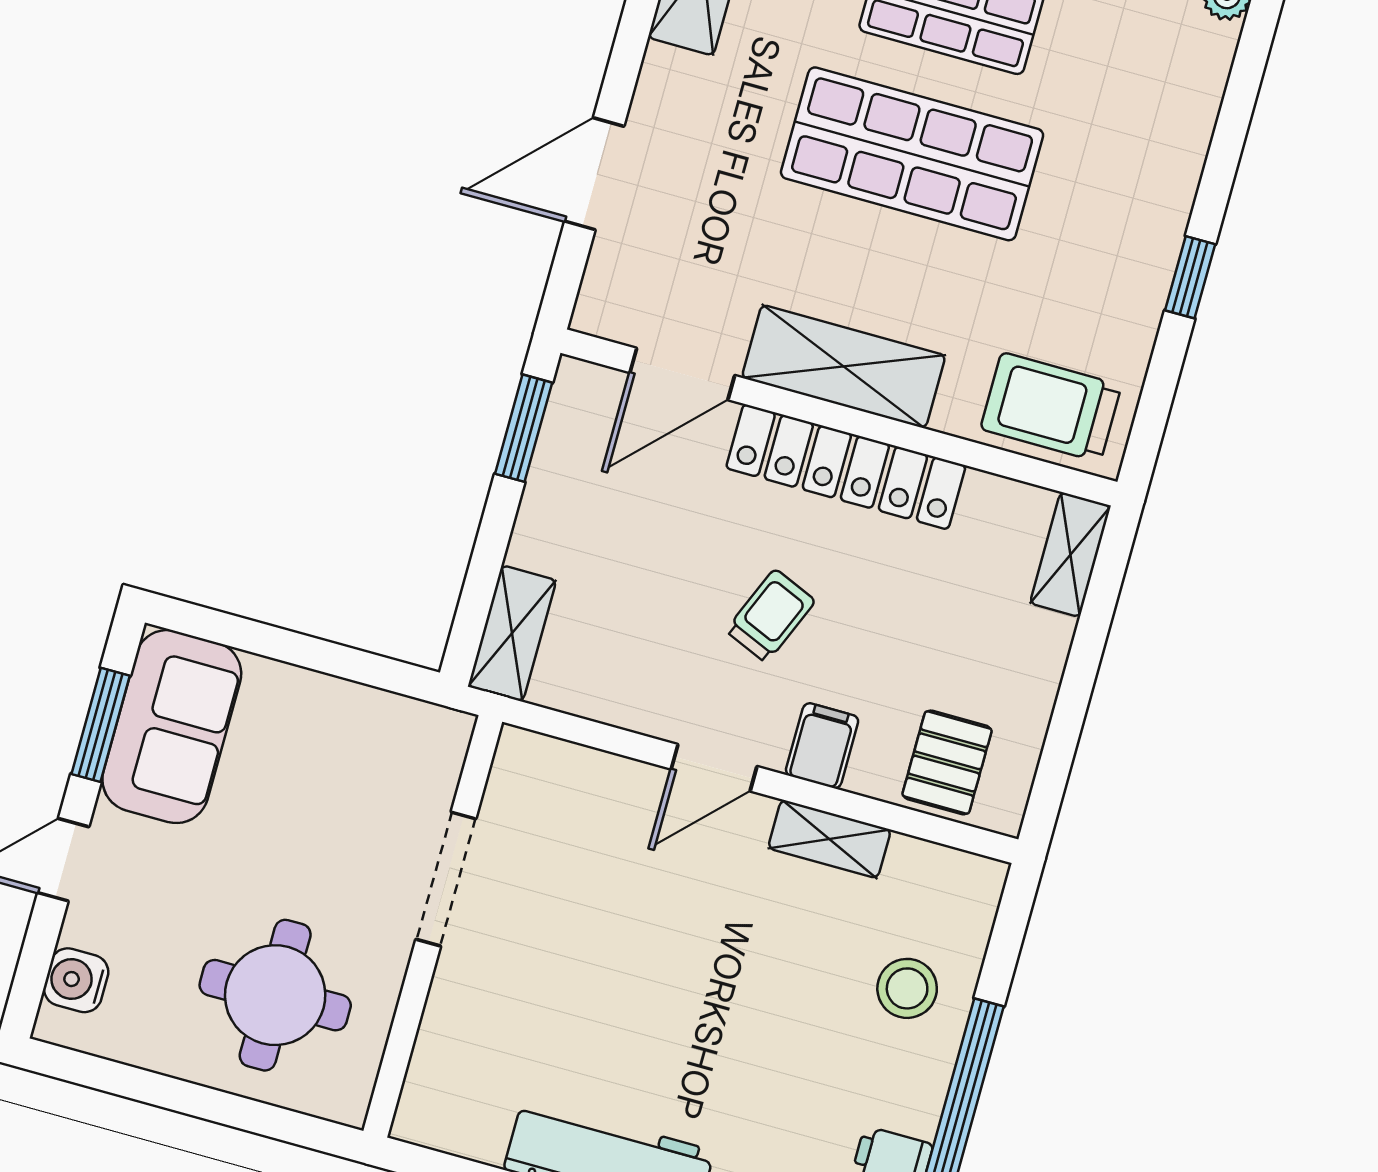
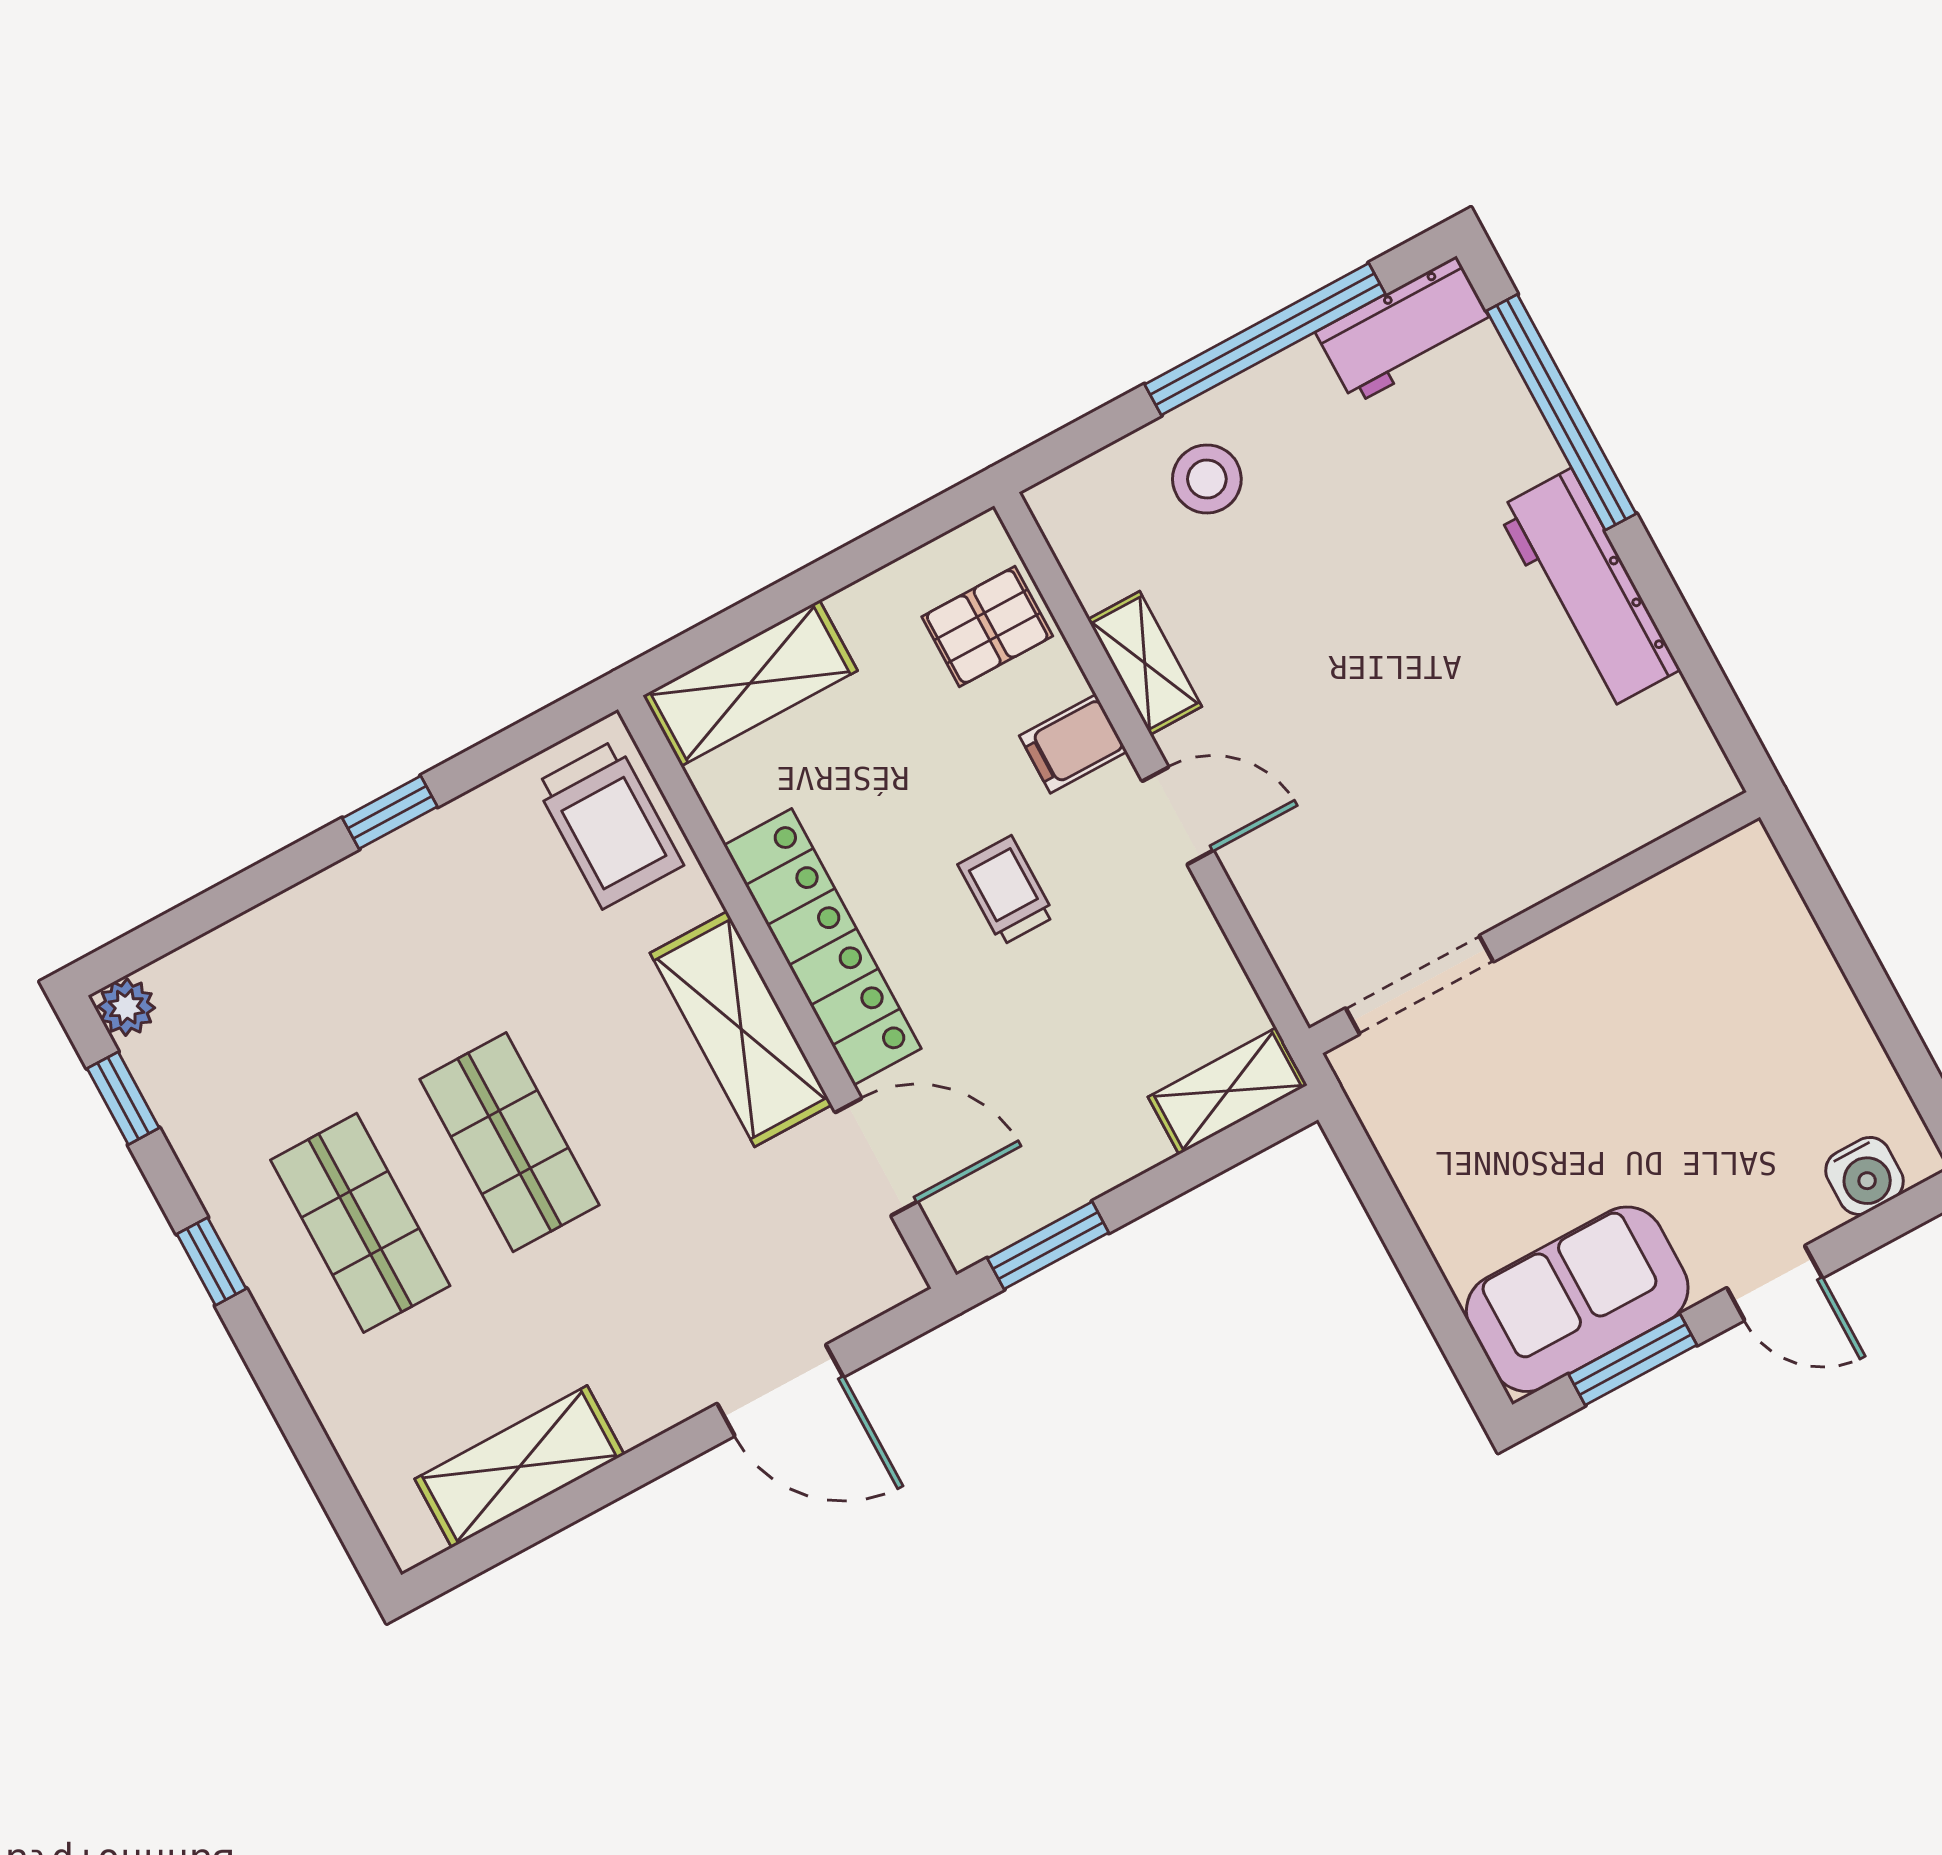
shop shelf: (912, 154) -> (510, 1142), width x0.70, depth x0.74
shelving: (1070, 555) -> (750, 683), width x1.50, depth x1.33
trolley: (771, 616) -> (1006, 890), turned 67
doorway: (446, 879) -> (1419, 985), moved
round table: (275, 995) -> (1718, 999), removed

